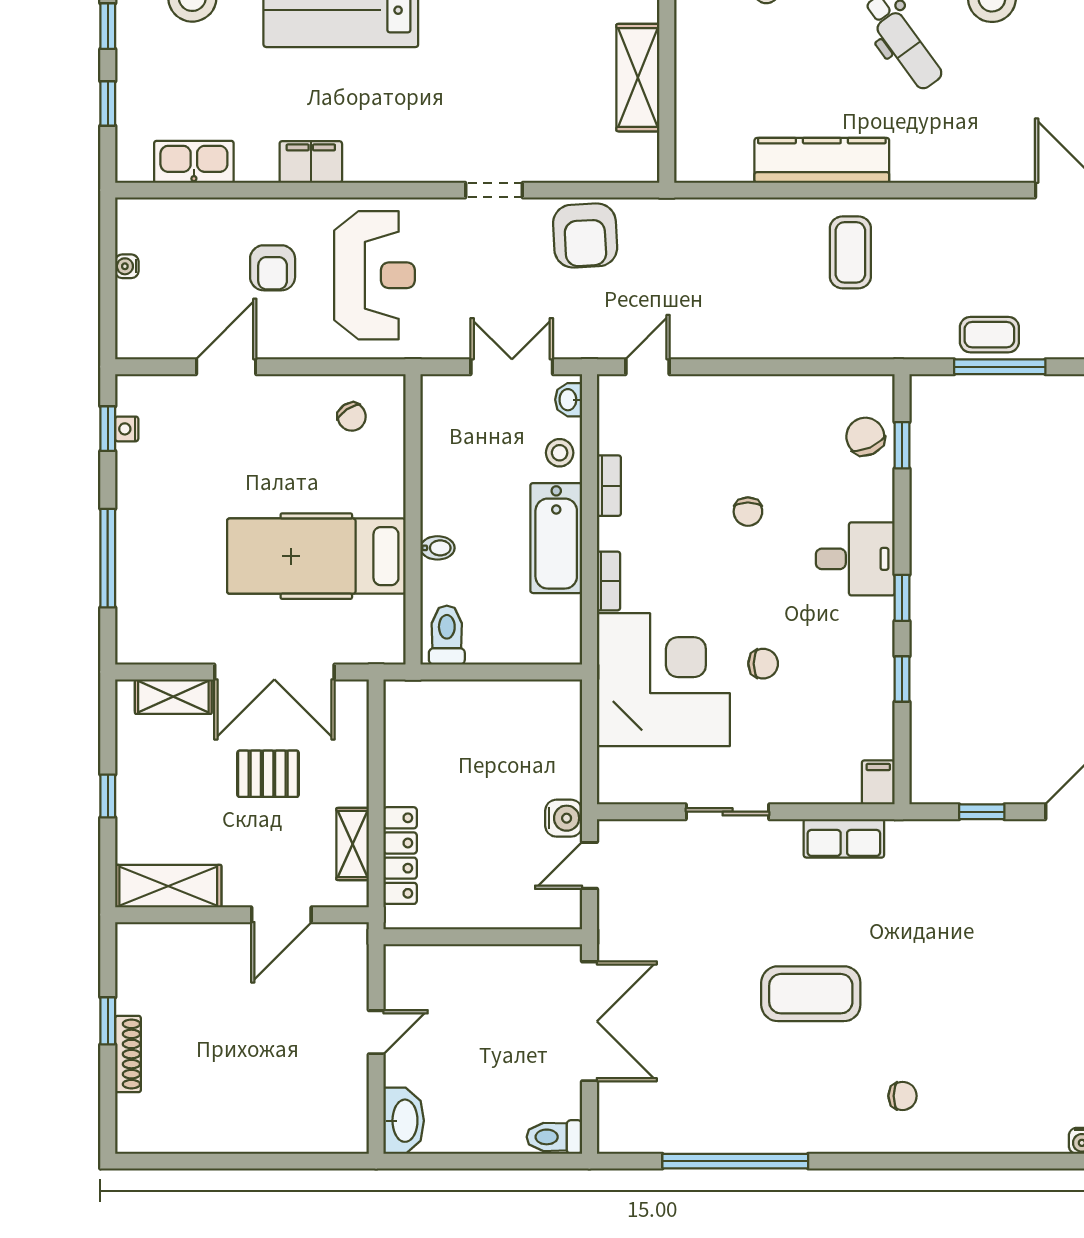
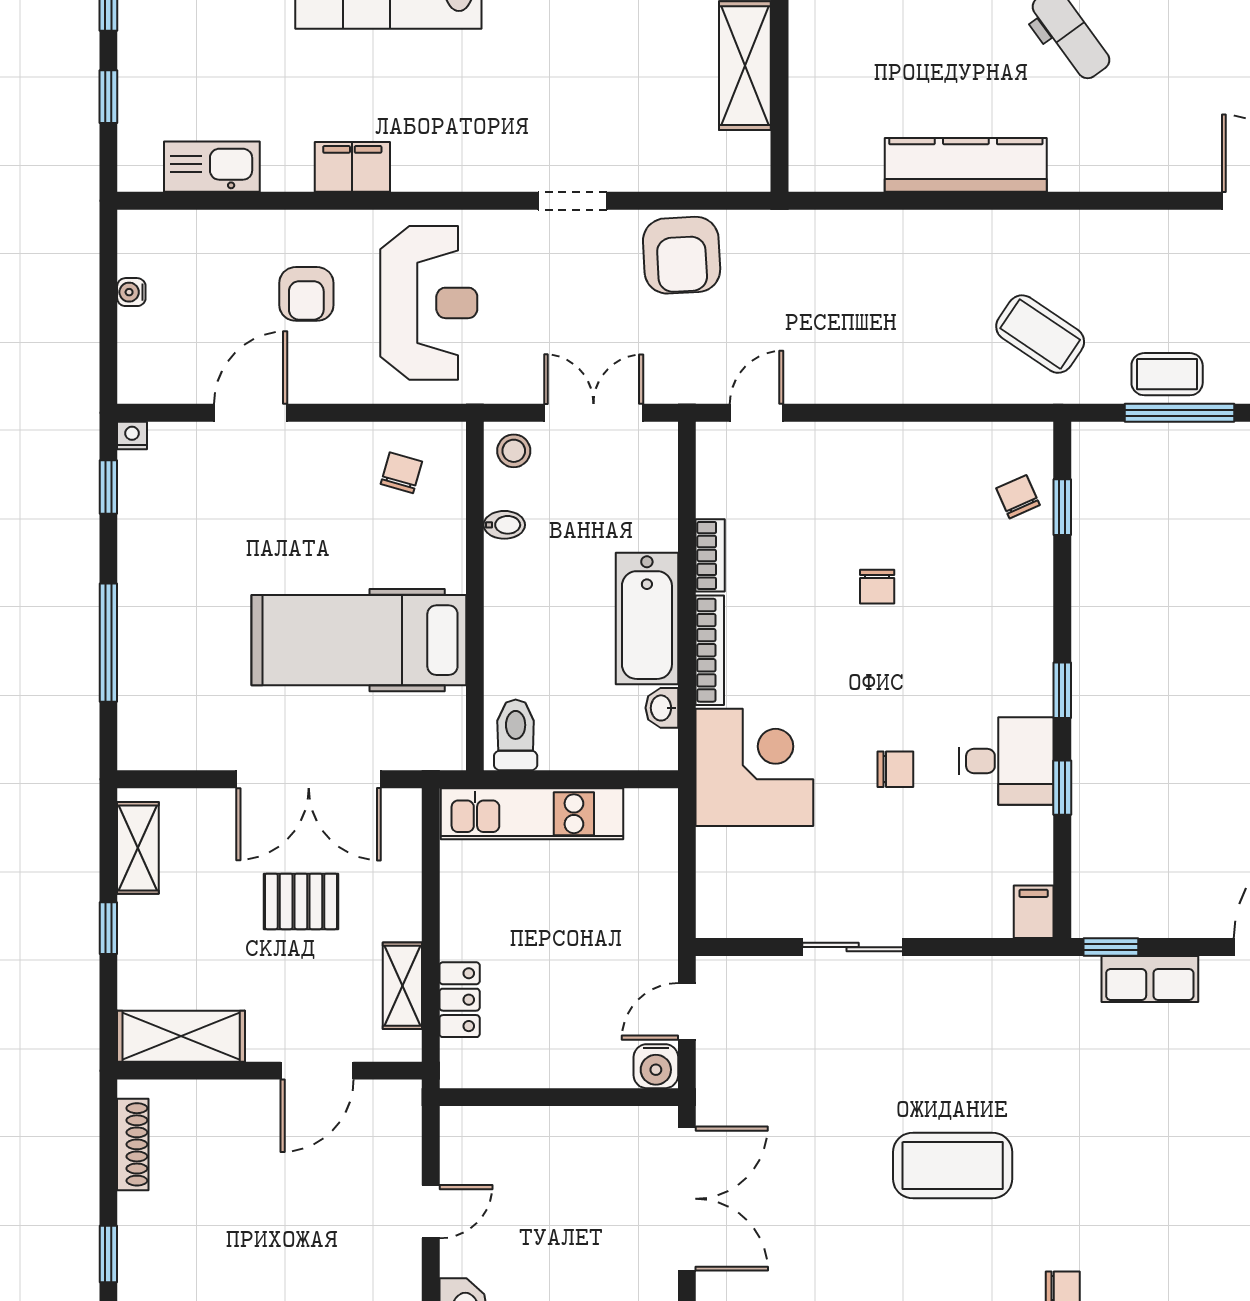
coffee table: (850, 252) -> (1040, 334), moved, turned -56
washbasin: (569, 400) -> (662, 708), moved
chair: (352, 417) -> (401, 473), turned -130
nightstand: (127, 429) -> (132, 435), moved, turned 90
chair: (865, 437) -> (1018, 497), width x0.73, depth x0.73
stool: (560, 453) -> (514, 451), moved
bidet: (437, 548) -> (504, 525), moved
desk: (855, 559) -> (1006, 761), moved
bookcase: (609, 581) -> (710, 650), width x1.56
corner desk: (663, 680) -> (754, 767), width x0.74, depth x0.74
shelving: (173, 697) -> (138, 848), moved, turned 90
kitchen unit: (460, 701) -> (532, 814), added
window: (982, 812) -> (1111, 947), moved
water cooler: (564, 818) -> (656, 1066), moved, turned 90
row of seats: (844, 838) -> (1150, 979), moved
locker: (400, 856) -> (460, 1000), width x0.66
window: (108, 1021) -> (108, 1254), moved
shoe rack: (128, 1054) -> (133, 1144), moved

